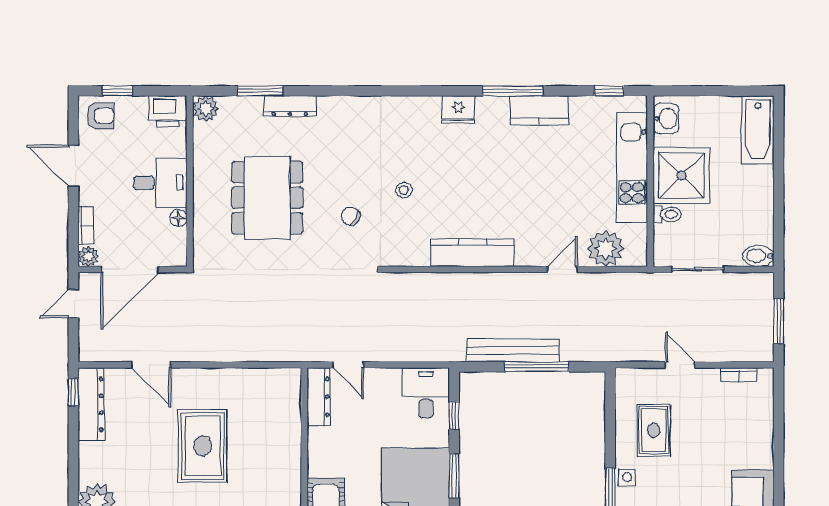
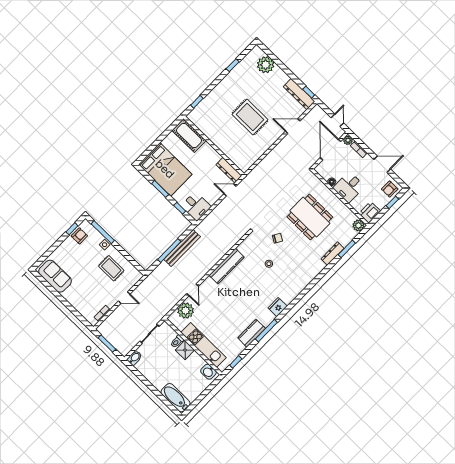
shower: (681, 176) -> (185, 350), width x0.54, depth x0.54

